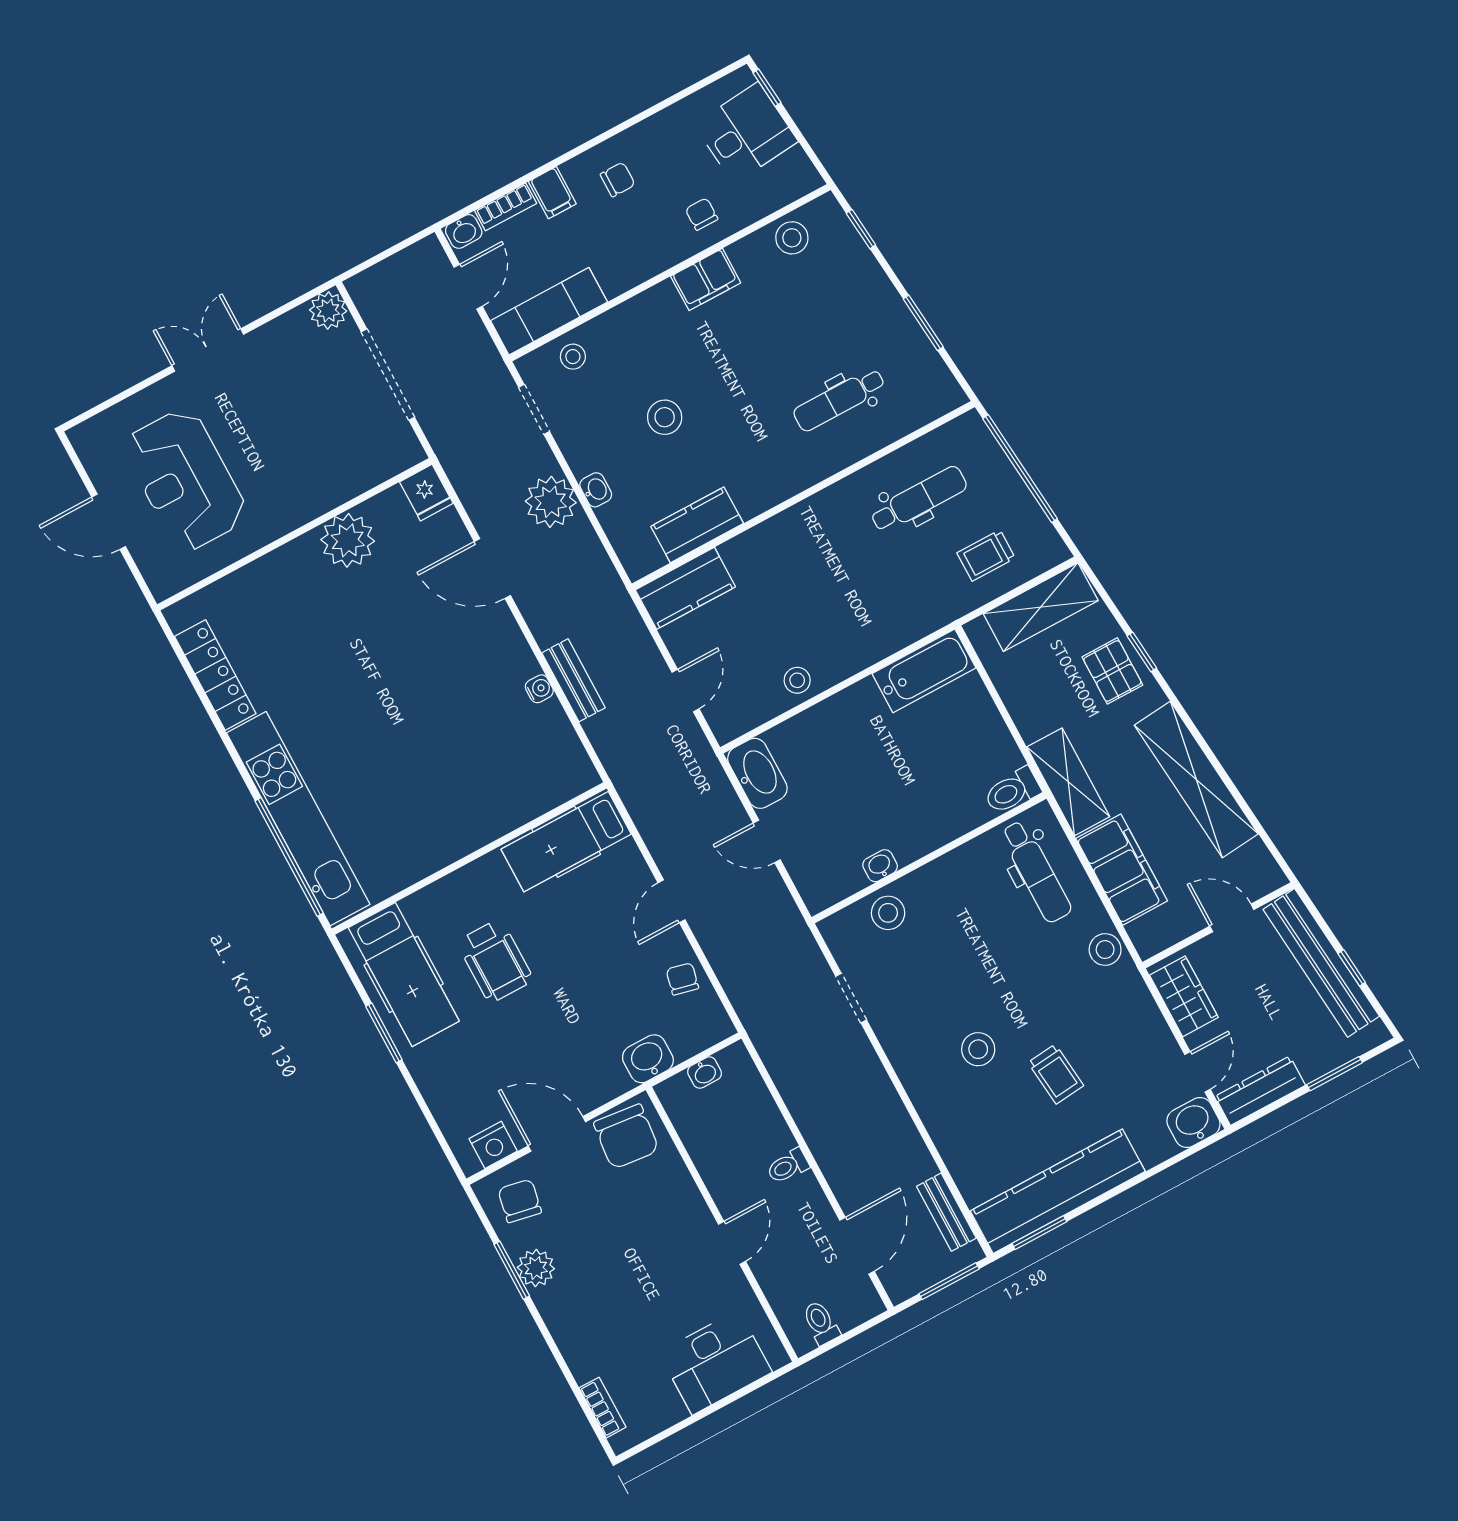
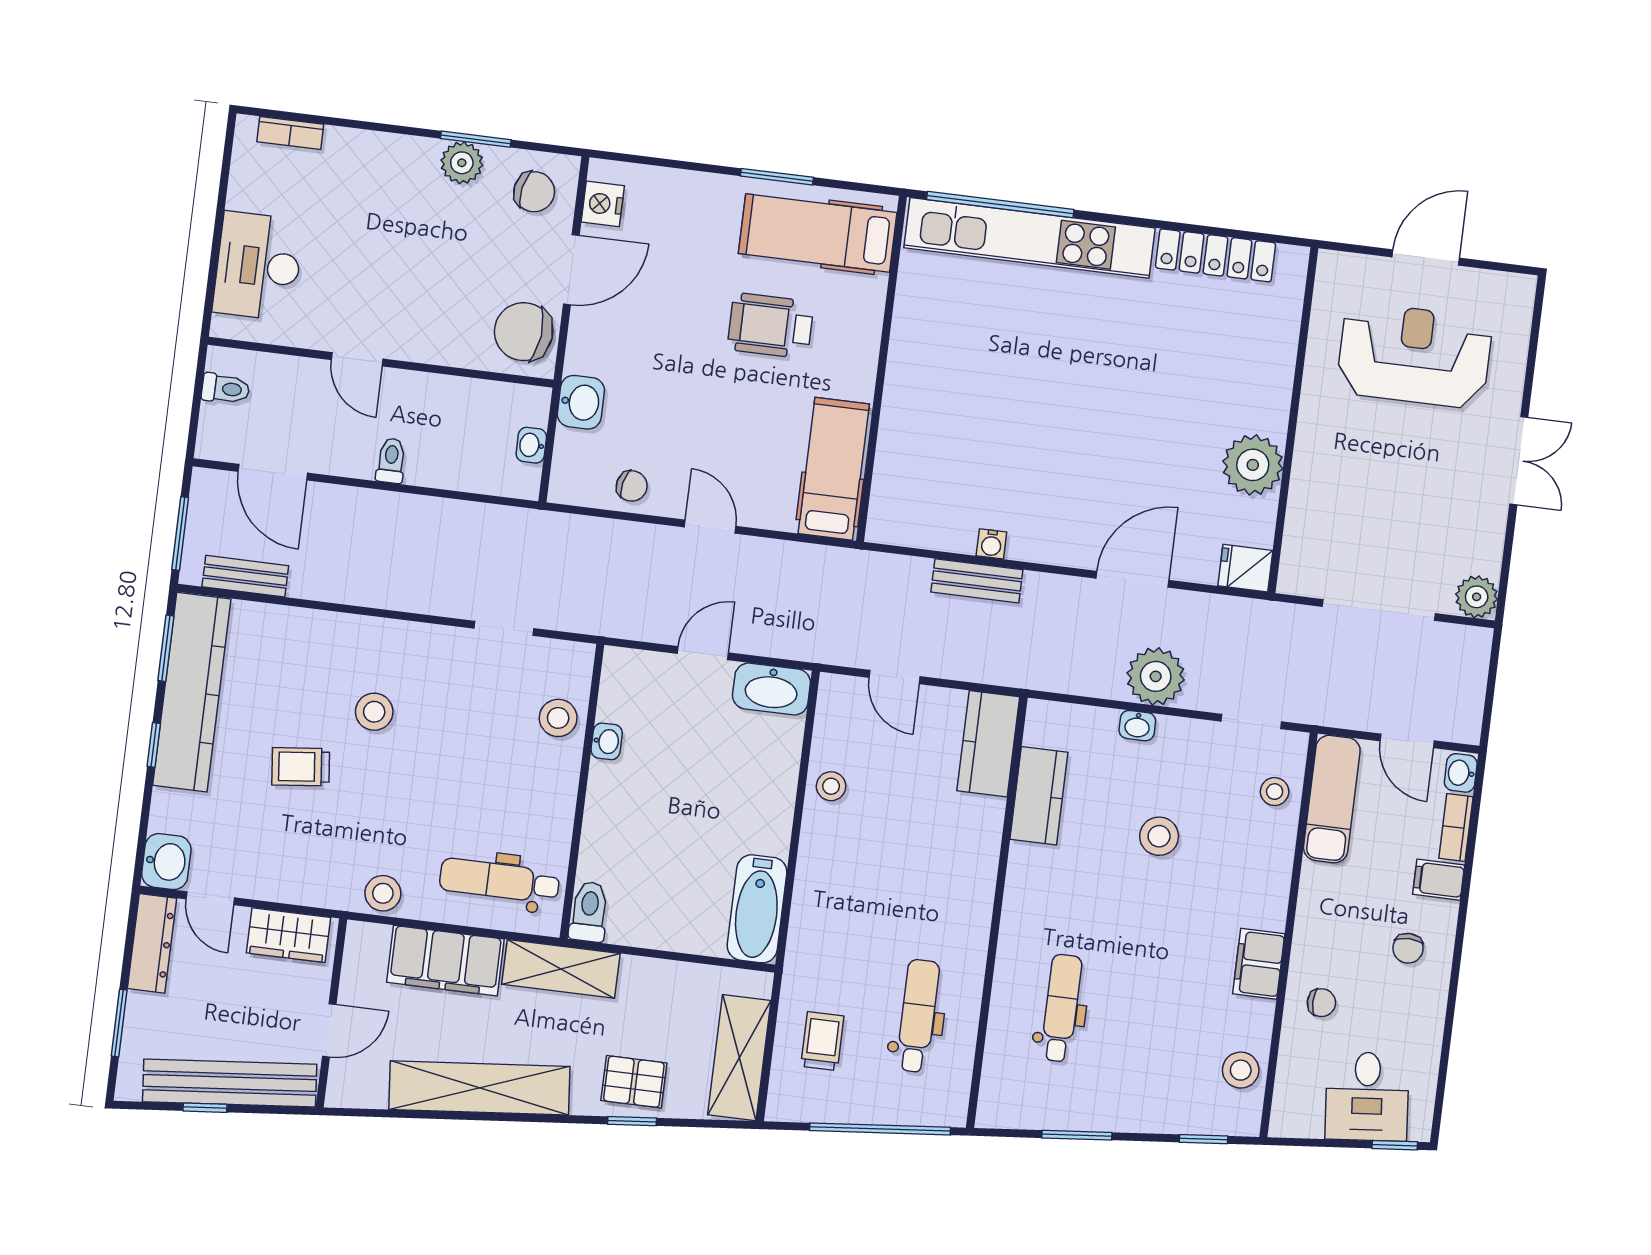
dental chair: (919, 499) -> (918, 1016), turned 180
window: (1116, 1192) -> (154, 745), added

